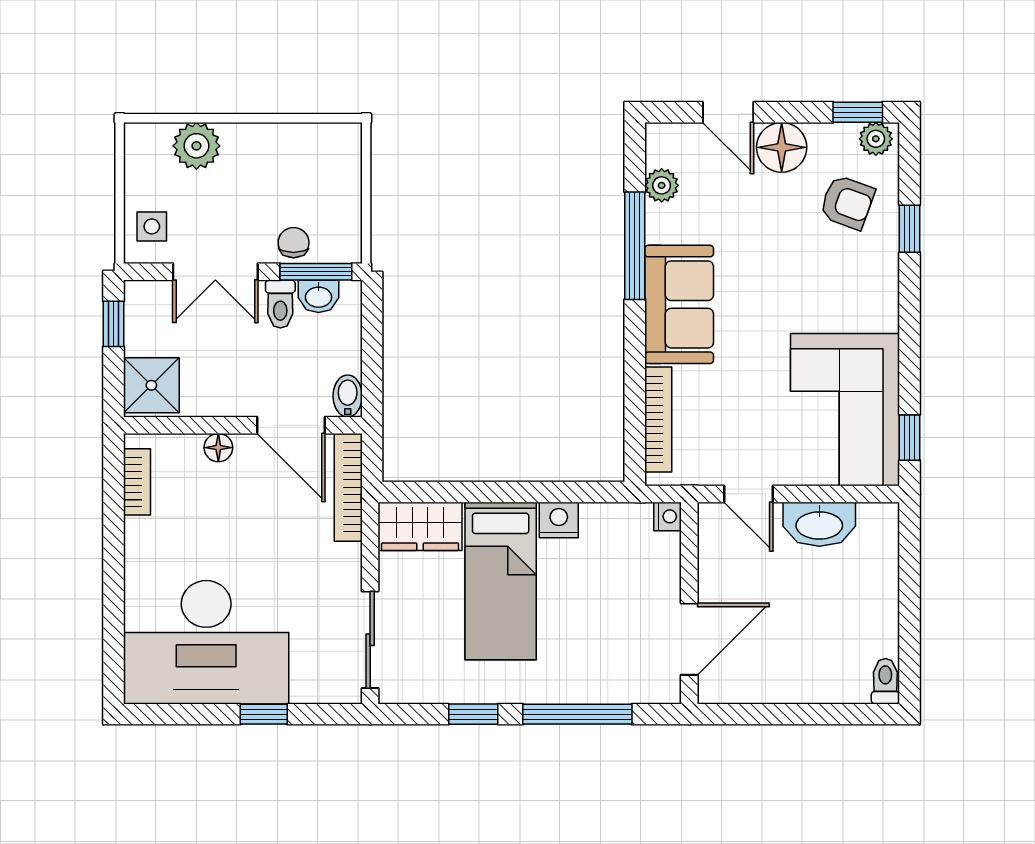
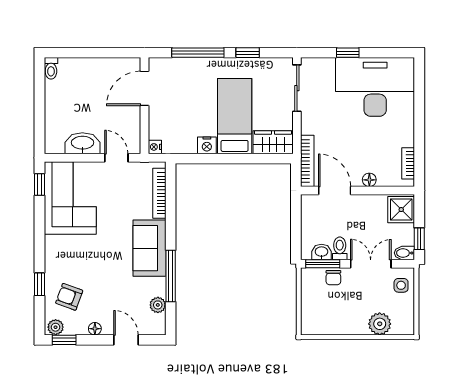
floor lamp: (782, 147) -> (95, 329), width x0.53, depth x0.53
bidet: (348, 396) -> (404, 253), moved, turned 90

